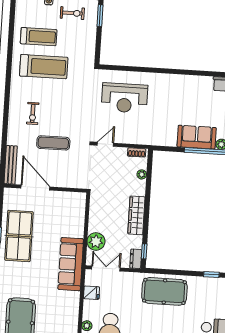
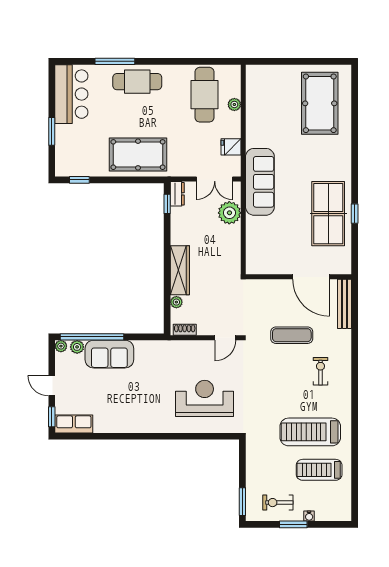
wardrobe: (136, 215) -> (180, 270), moved

